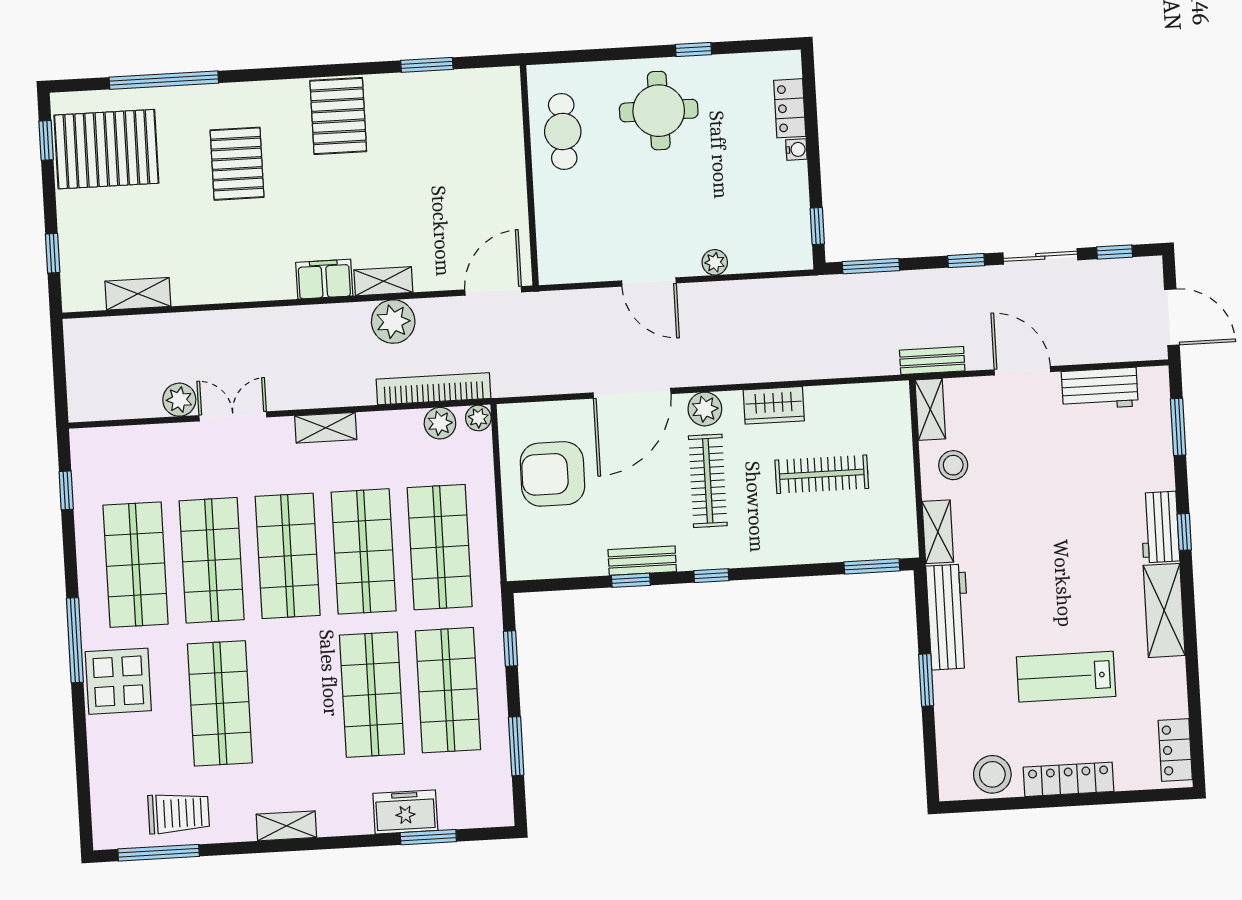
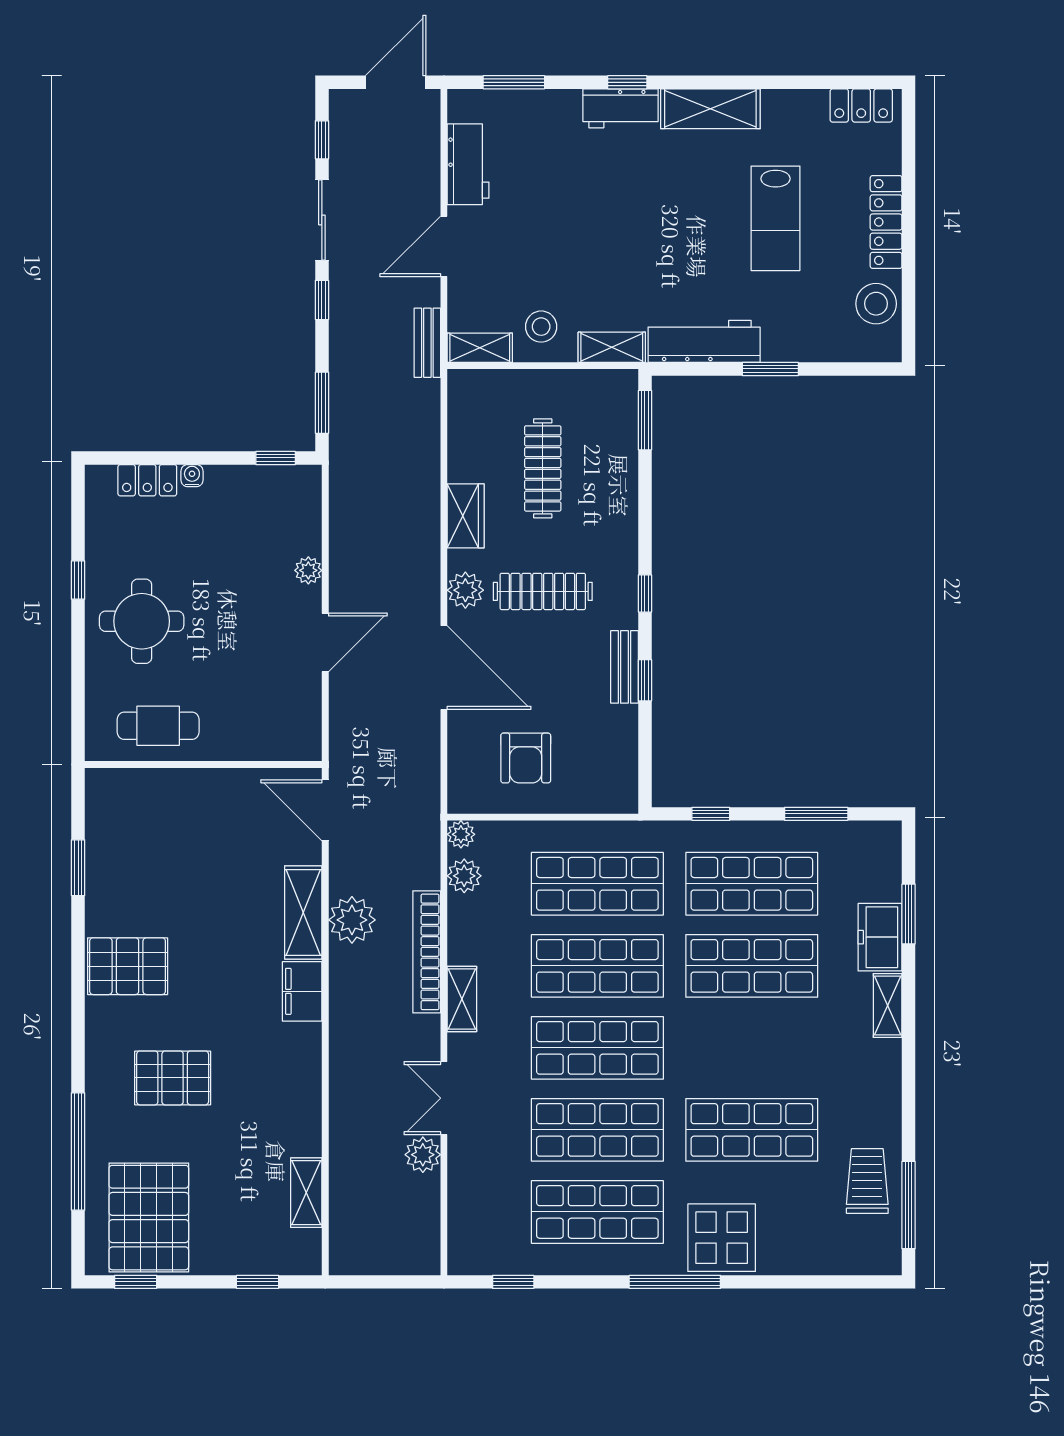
shelving: (383, 281) -> (303, 912), width x1.50, depth x1.33
bookcase: (433, 389) -> (427, 952), moved
armchair: (553, 474) -> (526, 758), width x0.73, depth x0.73
shelving: (286, 826) -> (888, 1005), moved

